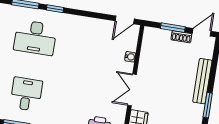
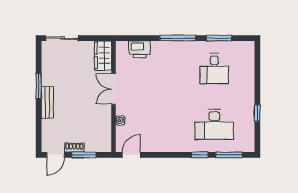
desk: (35, 38) -> (214, 124), turned 180
bench: (202, 81) -> (47, 102), width x0.73
double door: (132, 90) -> (114, 89), swing flipped

